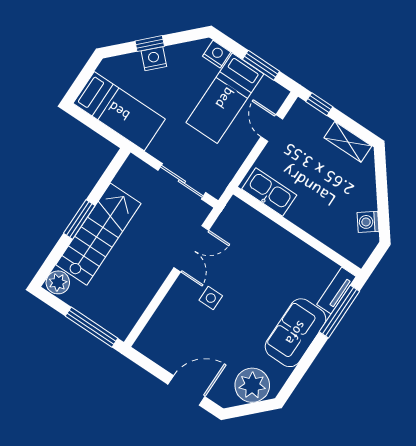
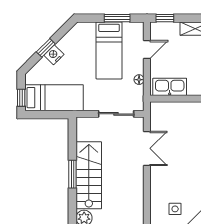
nightstand: (217, 54) -> (88, 28), removed
window: (79, 84) -> (21, 98), added
door: (272, 128) -> (147, 50), swing flipped
floor lamp: (238, 158) -> (139, 80), added
side table: (211, 298) -> (175, 209), moved

